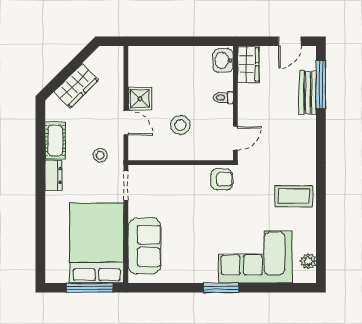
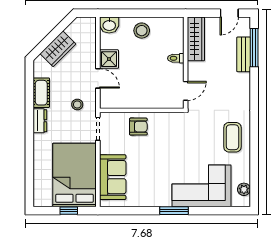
washbasin: (223, 60) -> (109, 25), moved, turned -90
wardrobe: (248, 64) -> (196, 39), width x1.50
stool: (180, 125) -> (142, 31), moved
armchair: (222, 179) -> (138, 127), moved
coffee table: (294, 196) -> (232, 137), turned 90
window: (90, 288) -> (69, 211), width x0.46

